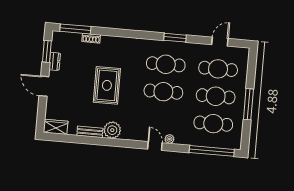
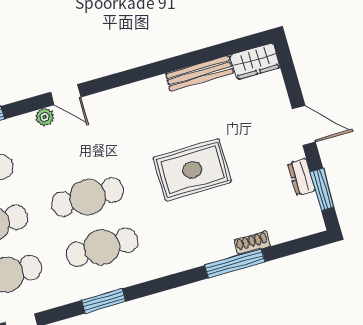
window: (75, 29) -> (235, 264), moved
rug: (107, 85) -> (192, 170), turned 90
plant: (112, 130) -> (152, 94), removed
bench: (90, 132) -> (199, 73), width x1.36

